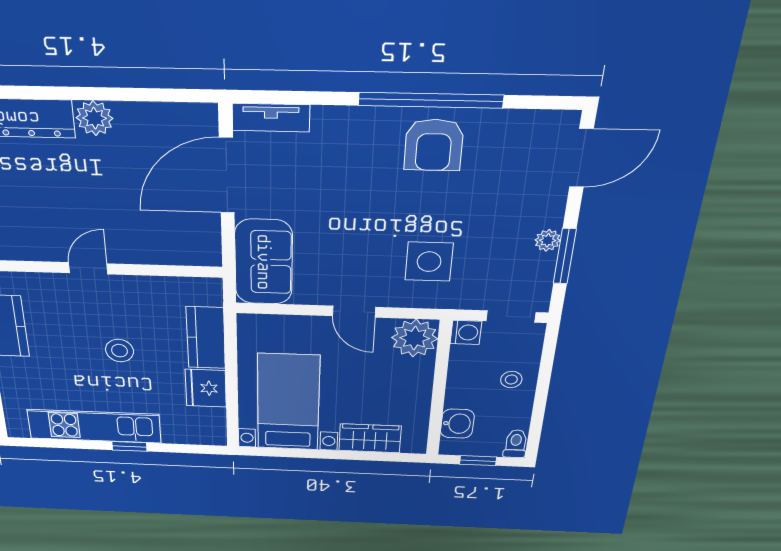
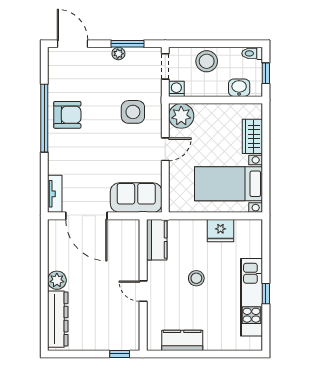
kitchen counter: (206, 338) -> (157, 240), moved, turned -90
stool: (511, 380) -> (207, 61), width x1.89, depth x1.89
window: (129, 446) -> (266, 294), moved

